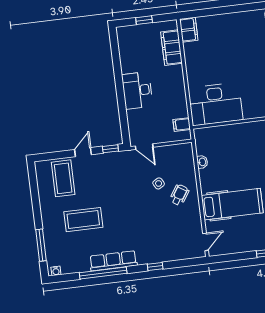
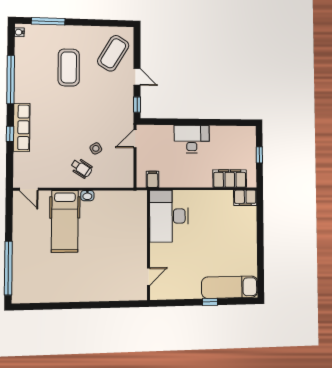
washbasin: (202, 162) -> (87, 196), moved
coffee table: (63, 178) -> (113, 53), turned -59
row of seats: (113, 261) -> (22, 127), moved

